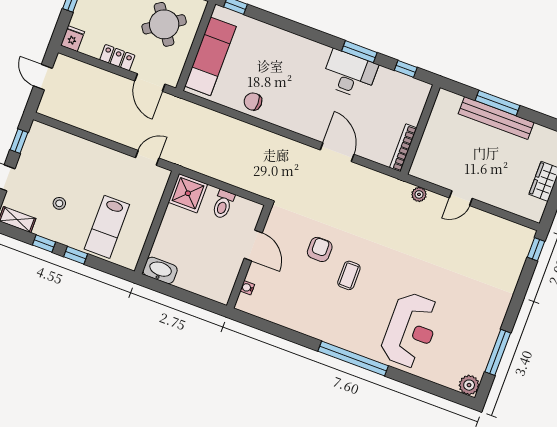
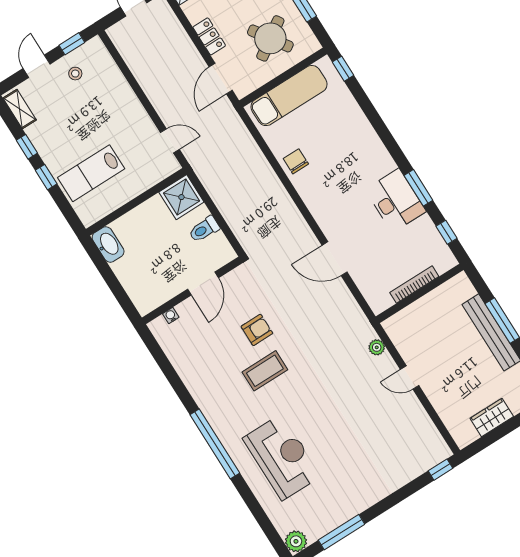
bookcase: (403, 148) -> (414, 285), moved
door: (337, 152) -> (335, 259), swing flipped
stool: (59, 203) -> (75, 74), moved
coffee table: (349, 275) -> (265, 371), width x1.36, depth x1.30
reception desk: (411, 330) -> (282, 457), turned -90

